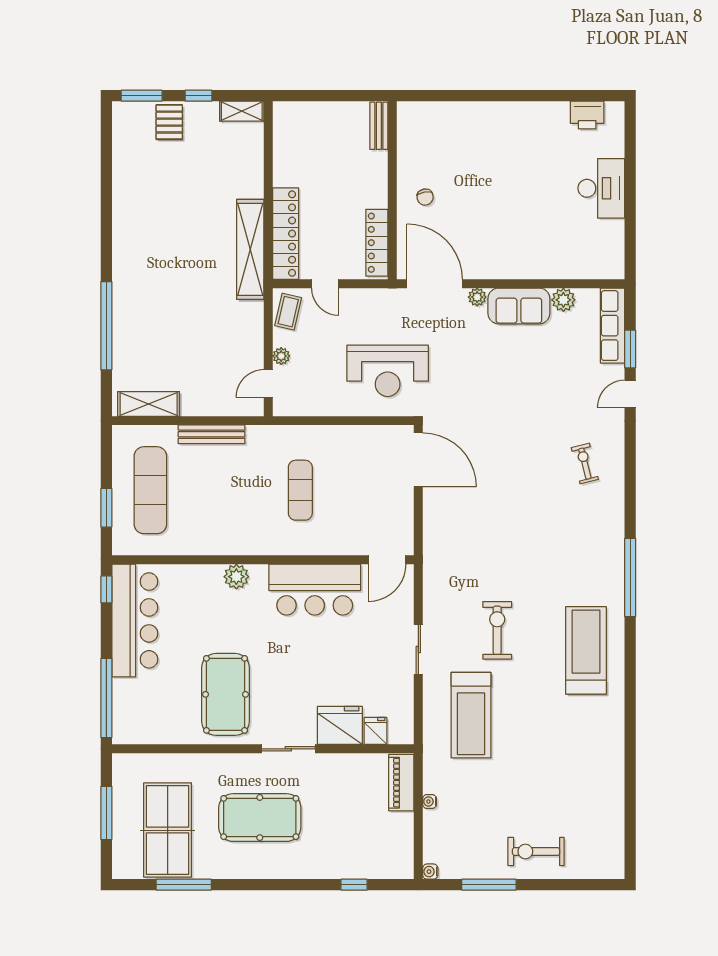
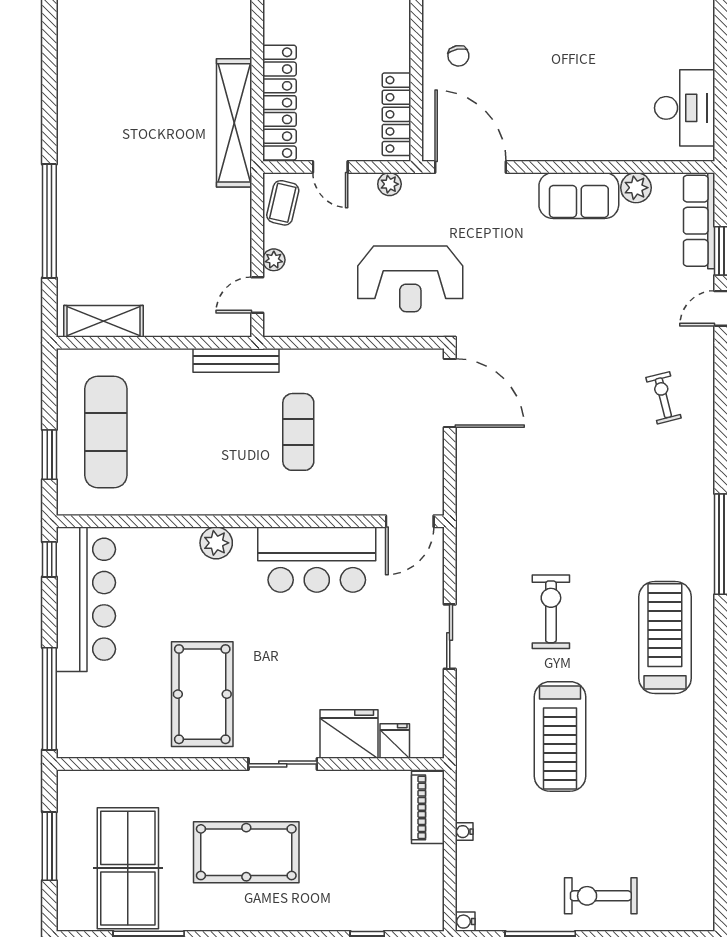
desk: (601, 188) -> (685, 108), moved
plant: (477, 297) -> (389, 184), moved
bench: (212, 434) -> (236, 360), moved
treadmill: (471, 715) -> (560, 736), moved

